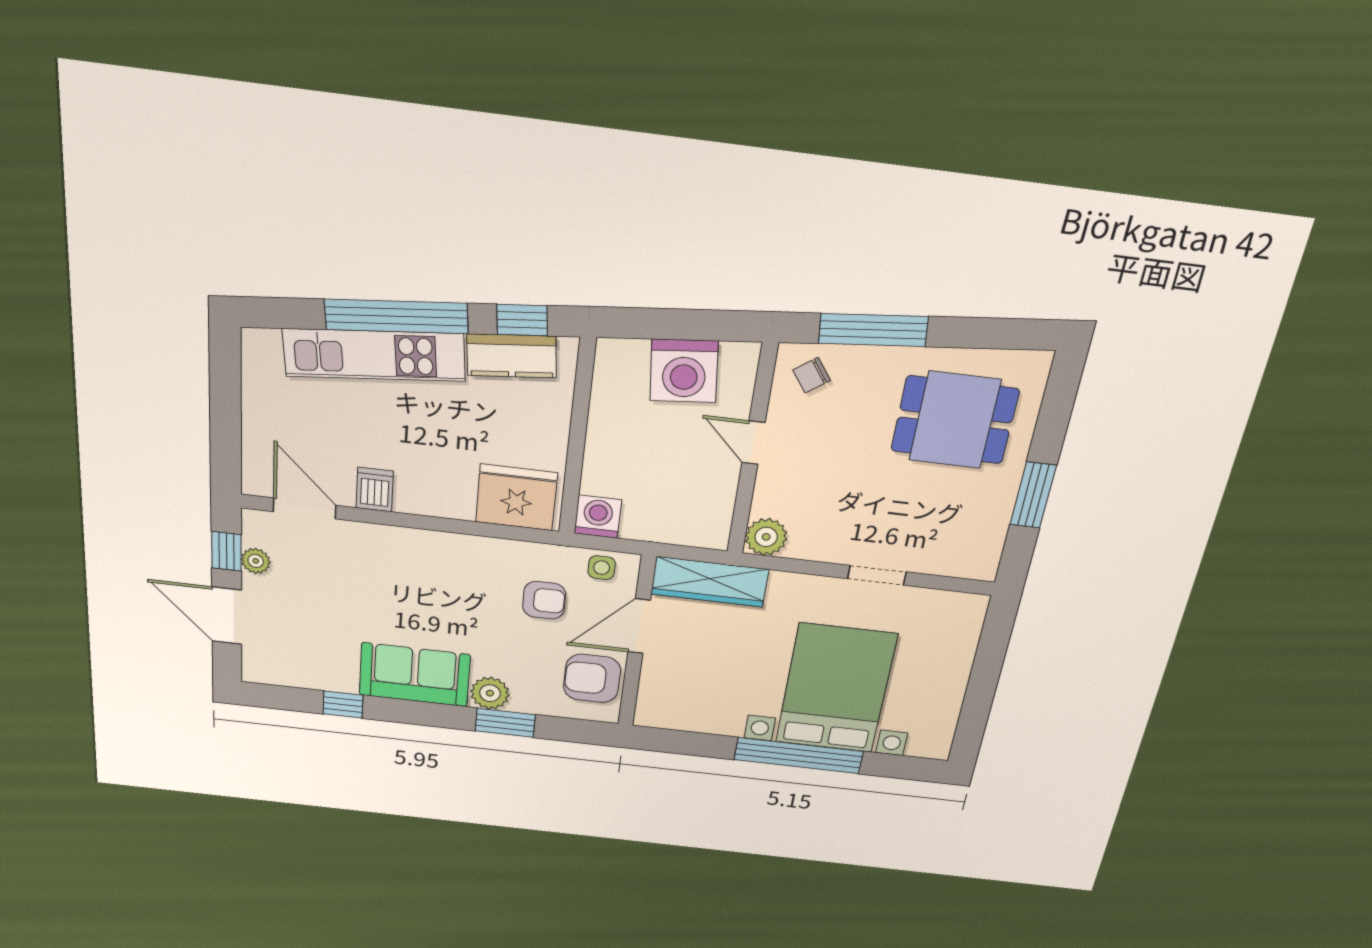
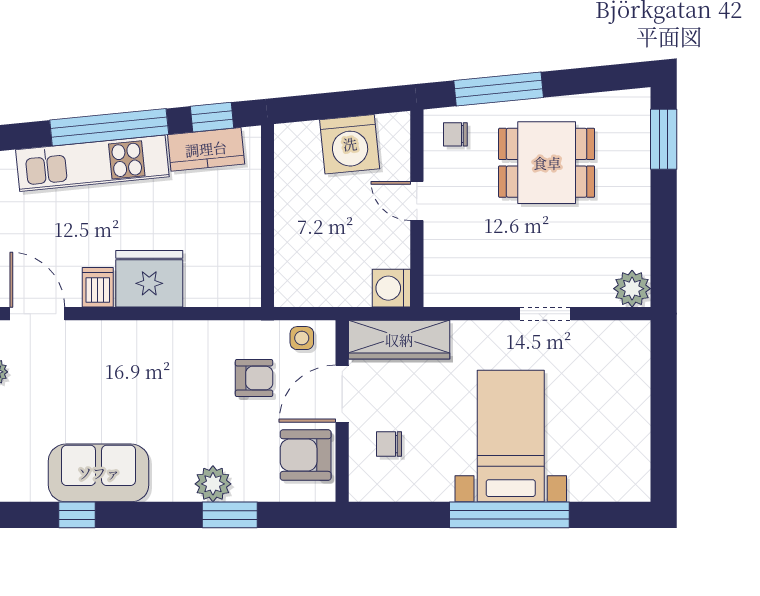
chair: (812, 375) -> (455, 134), turned 36
dining table: (955, 420) -> (547, 163), moved
window: (1033, 495) -> (664, 139), moved
fridge: (516, 497) -> (149, 279), moved
washing machine: (598, 517) -> (391, 288), moved, turned -90
plant: (766, 537) -> (632, 289), moved
sofa: (415, 675) -> (99, 473), moved
chair: (683, 678) -> (389, 444), added
bed with nightstands: (836, 689) -> (511, 436), width x0.73

